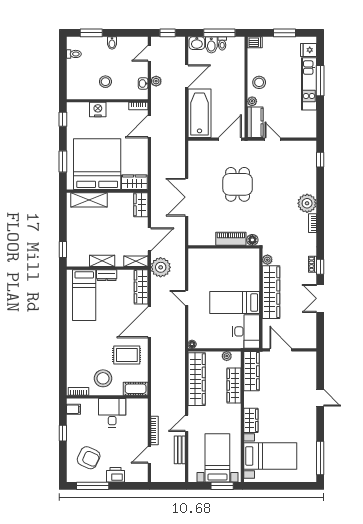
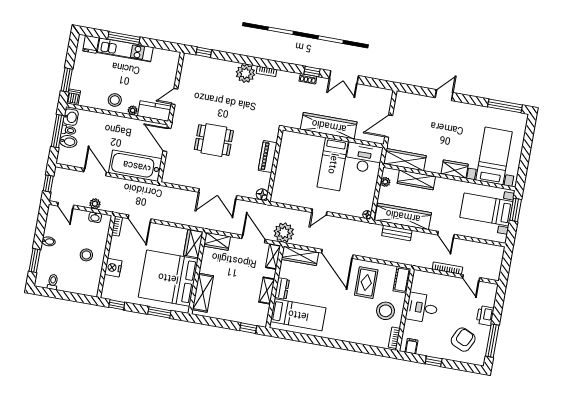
window: (285, 33) -> (67, 80), moved
washbasin: (197, 43) -> (71, 117), moved
floor lamp: (252, 240) -> (262, 194), moved
plant: (267, 260) -> (295, 124), removed
bench: (180, 450) -> (397, 233), moved

